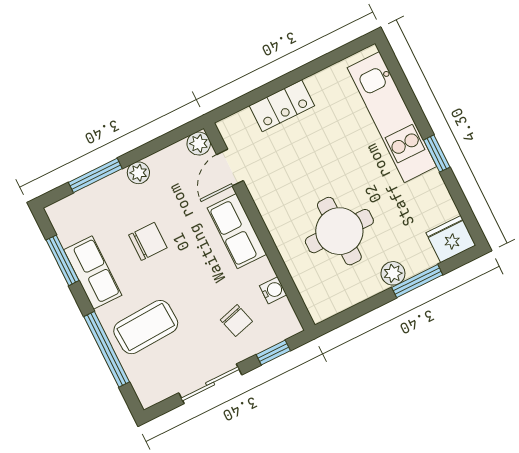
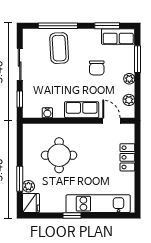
plant: (199, 144) -> (129, 100), moved
row of seats: (93, 273) -> (118, 37), moved
plant: (393, 273) -> (28, 186), moved
chair: (236, 321) -> (42, 90), removed

